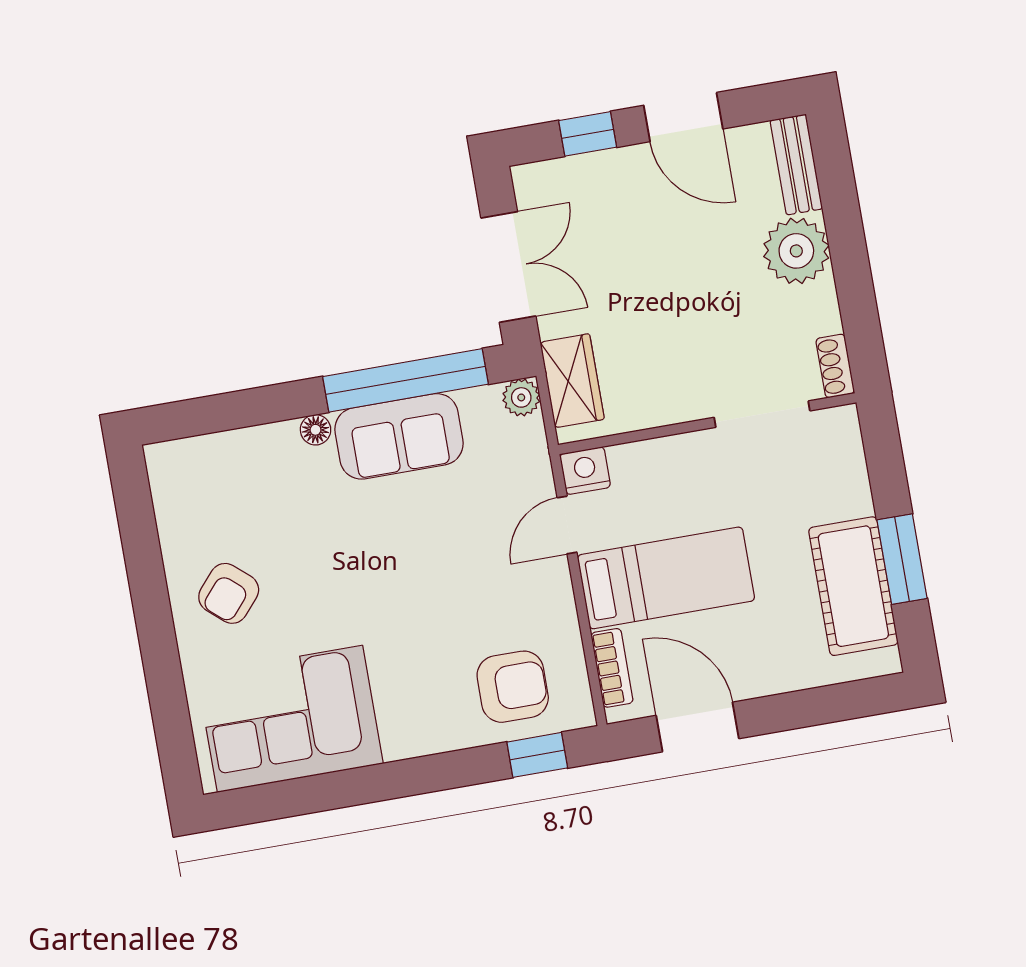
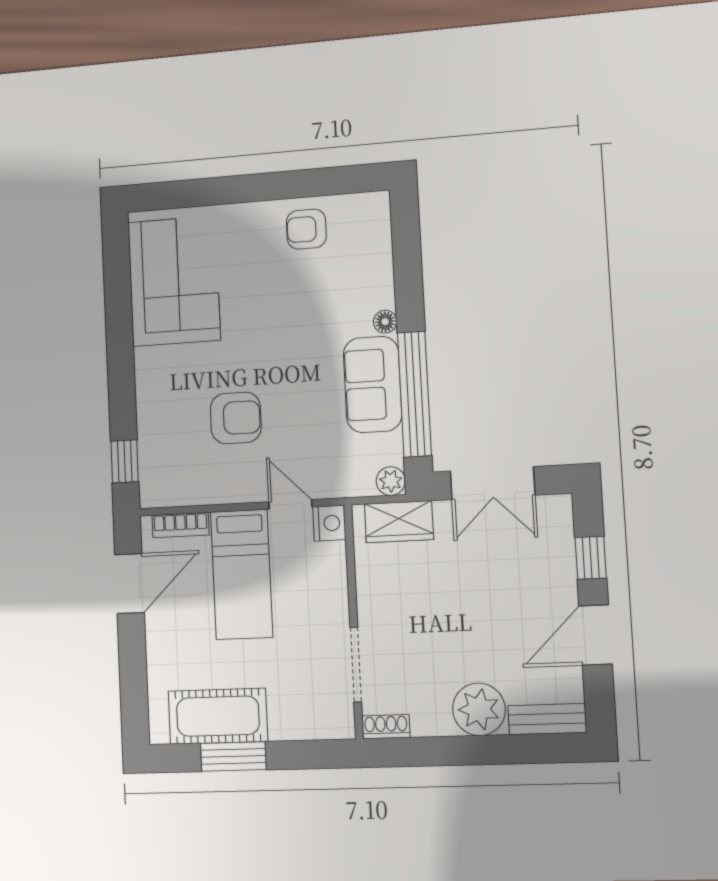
armchair: (229, 593) -> (306, 229), moved, turned -41
armchair: (513, 687) -> (236, 418), moved, turned -90

